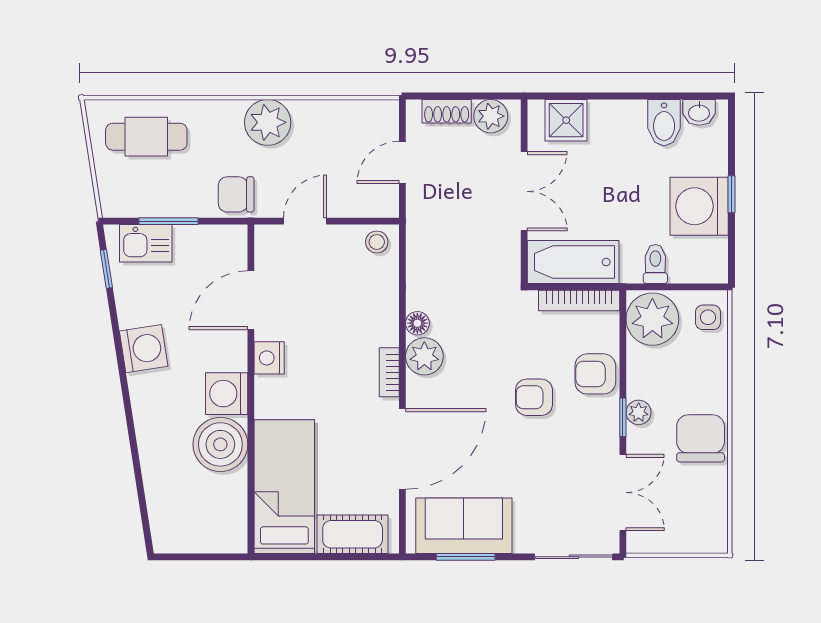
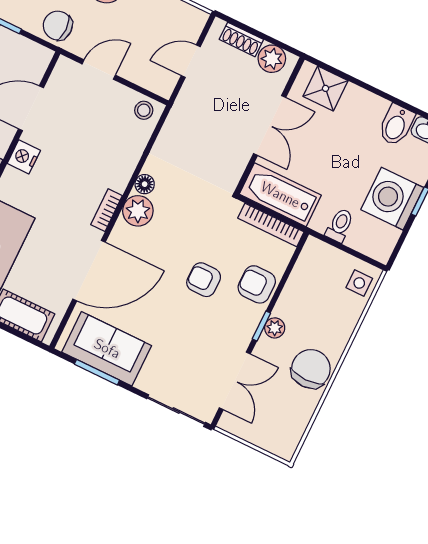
plant: (652, 319) -> (318, 265), removed

